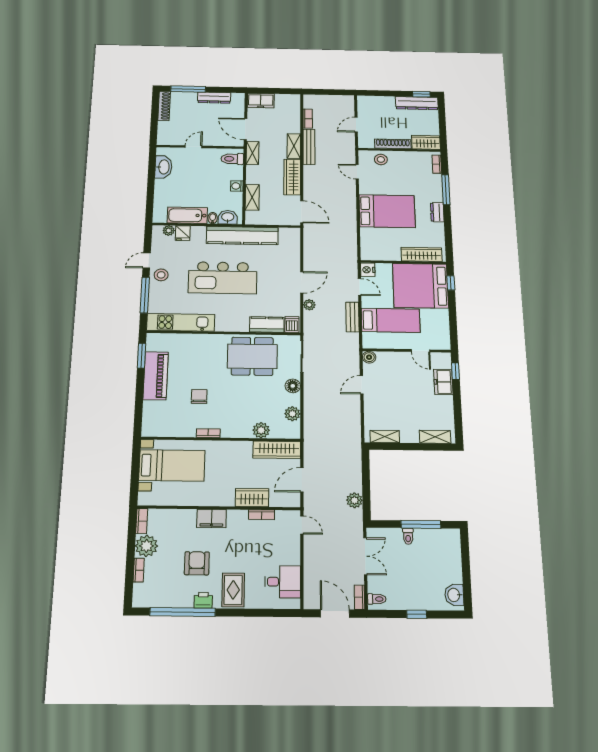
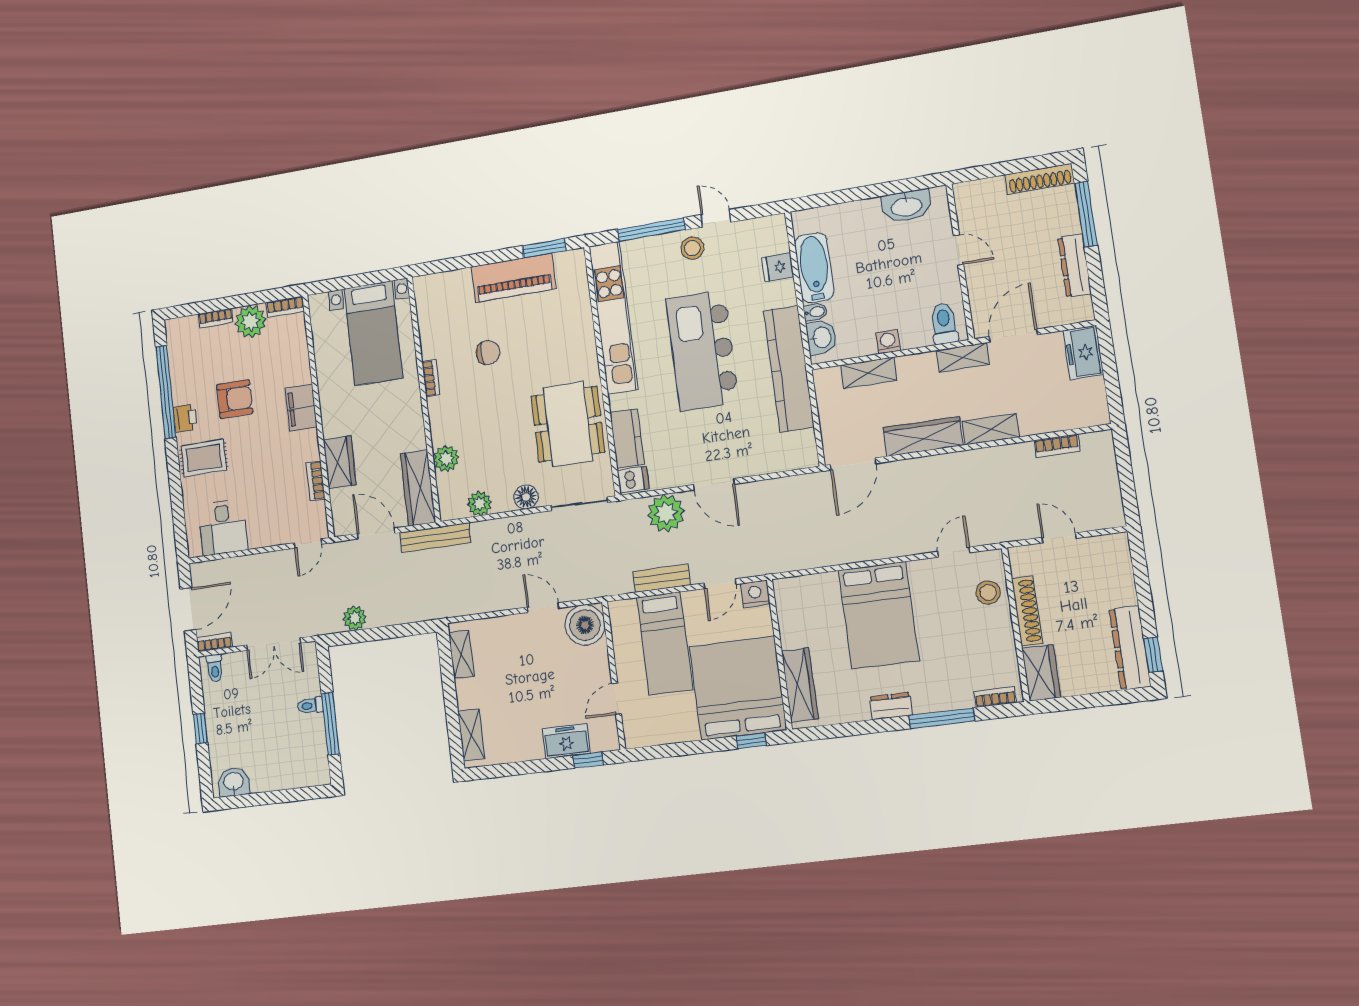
bench: (309, 147) -> (435, 538), moved
plant: (169, 231) -> (779, 243), removed
plant: (309, 305) -> (666, 513), width x1.87, depth x1.87
kitchen unit: (181, 322) -> (613, 318), width x1.36
boiler: (369, 357) -> (585, 625), width x1.86, depth x1.86

